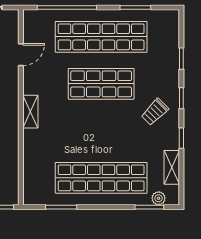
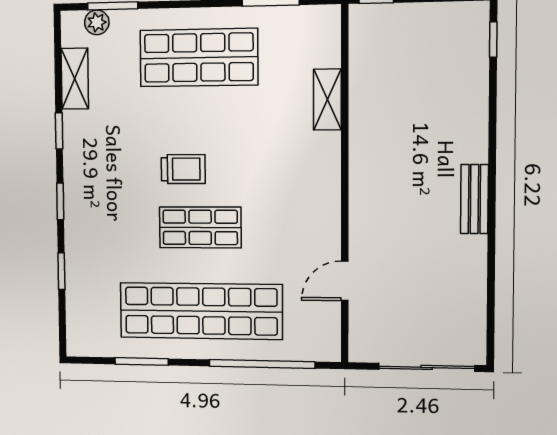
shop shelf: (101, 84) -> (200, 227), width x0.70, depth x0.74
shelving: (30, 112) -> (327, 99), moved
trolley: (155, 112) -> (183, 169), moved, turned 45
shop shelf: (101, 178) -> (199, 57), width x0.71

